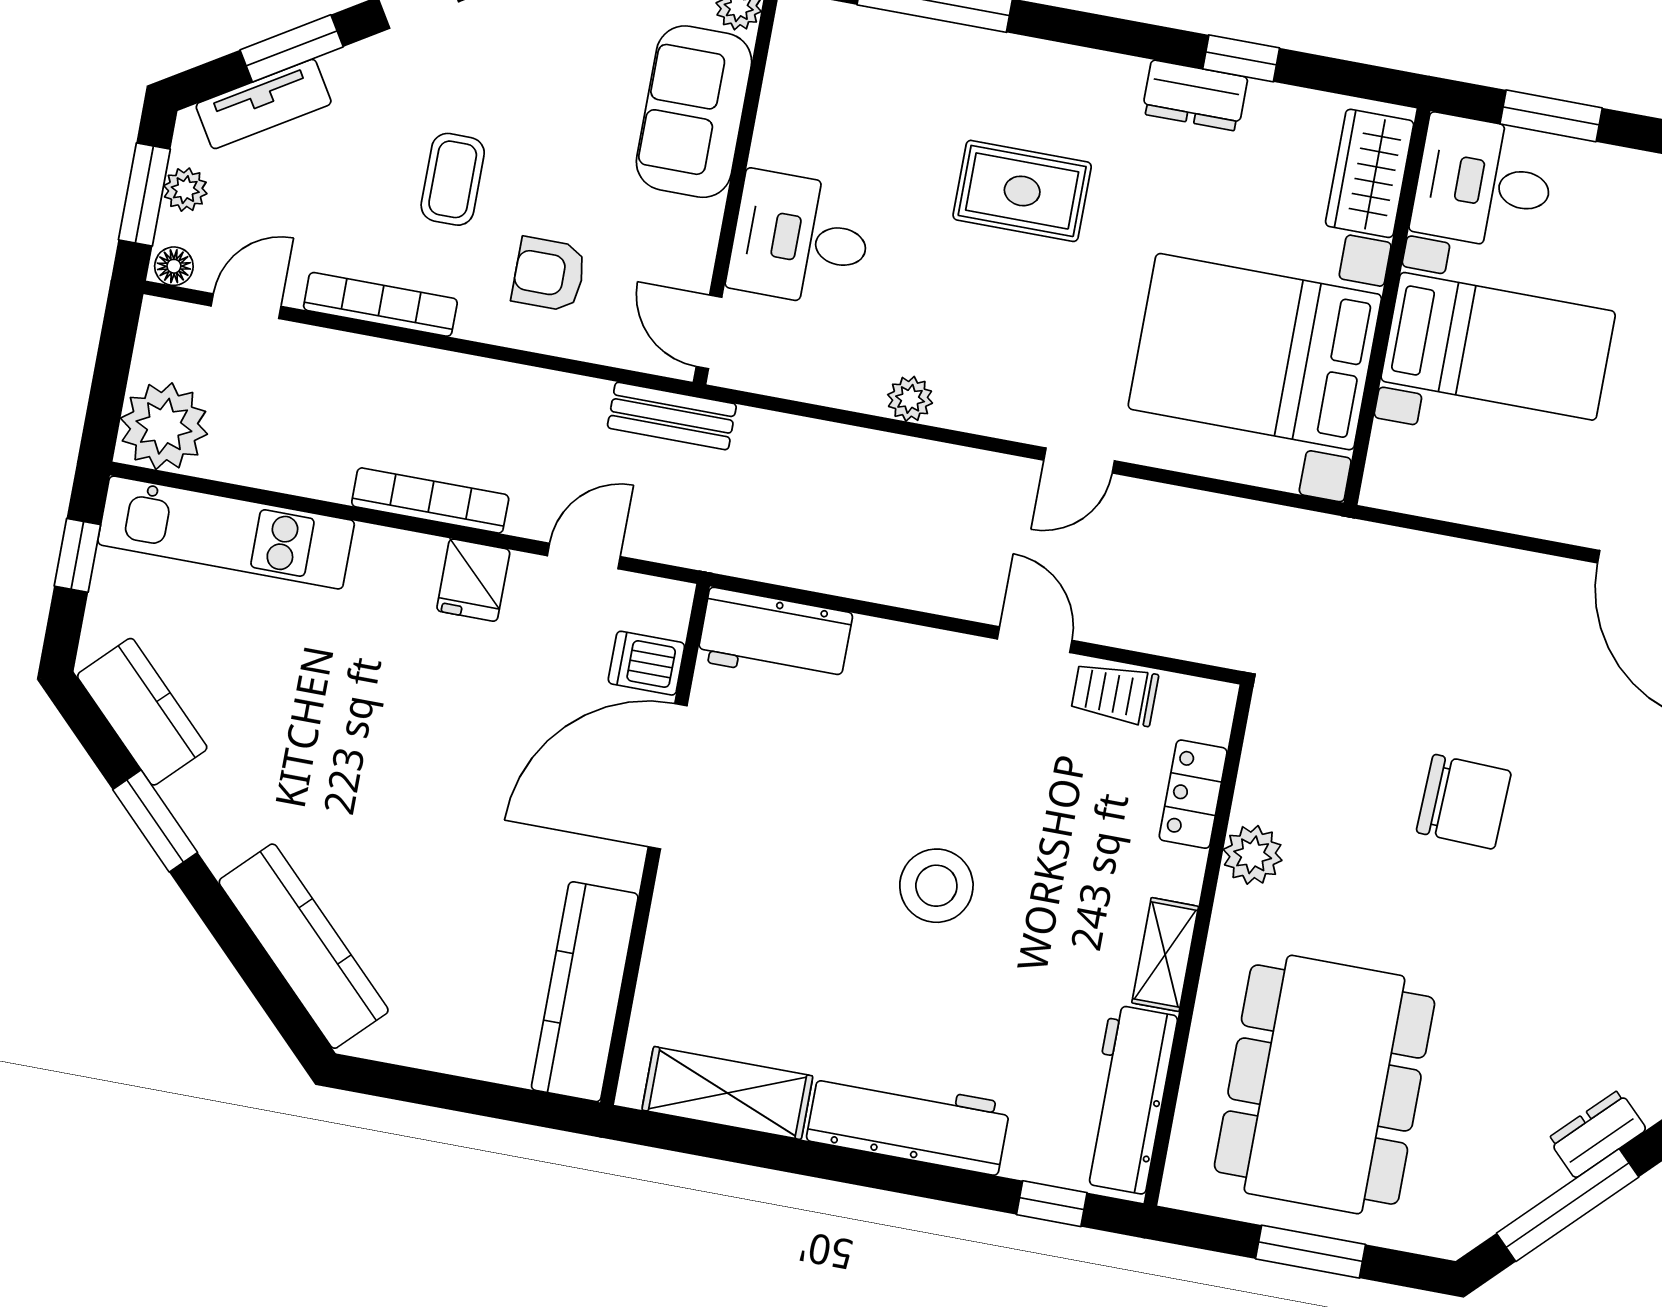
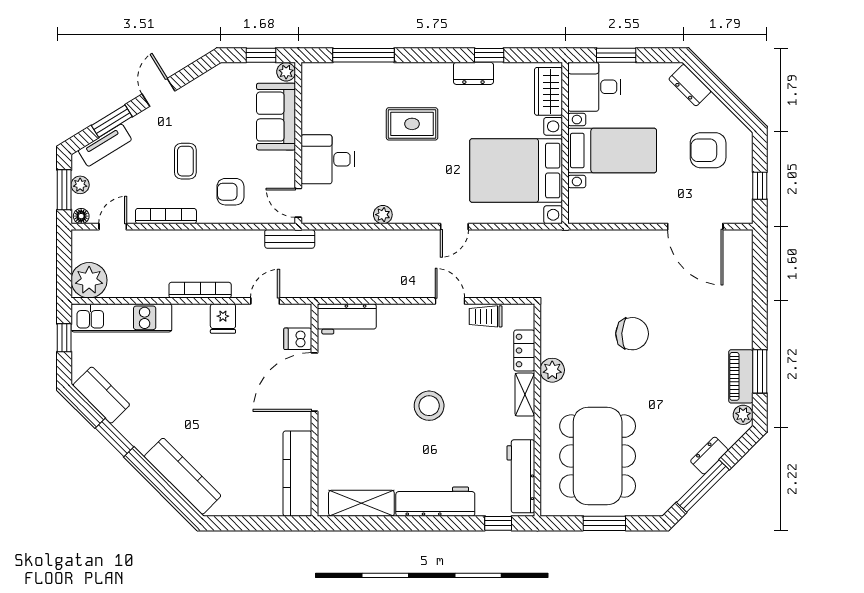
shelving: (1165, 955) -> (525, 395), moved

